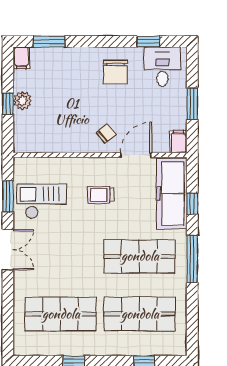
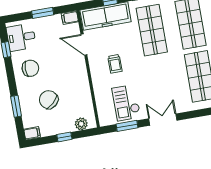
window: (49, 42) -> (16, 106), moved
plant: (22, 101) -> (81, 124), moved
chair: (106, 133) -> (49, 100), moved, width x1.87, depth x1.87

